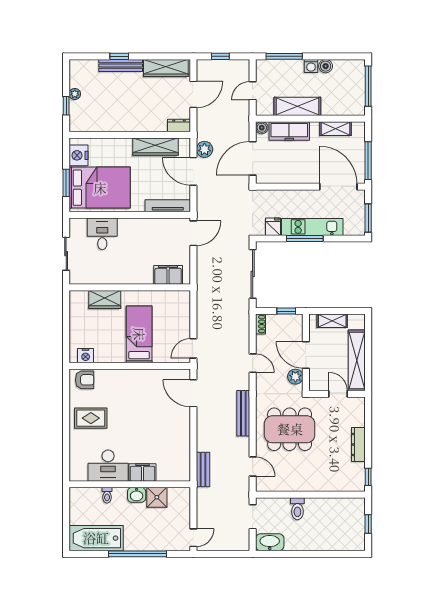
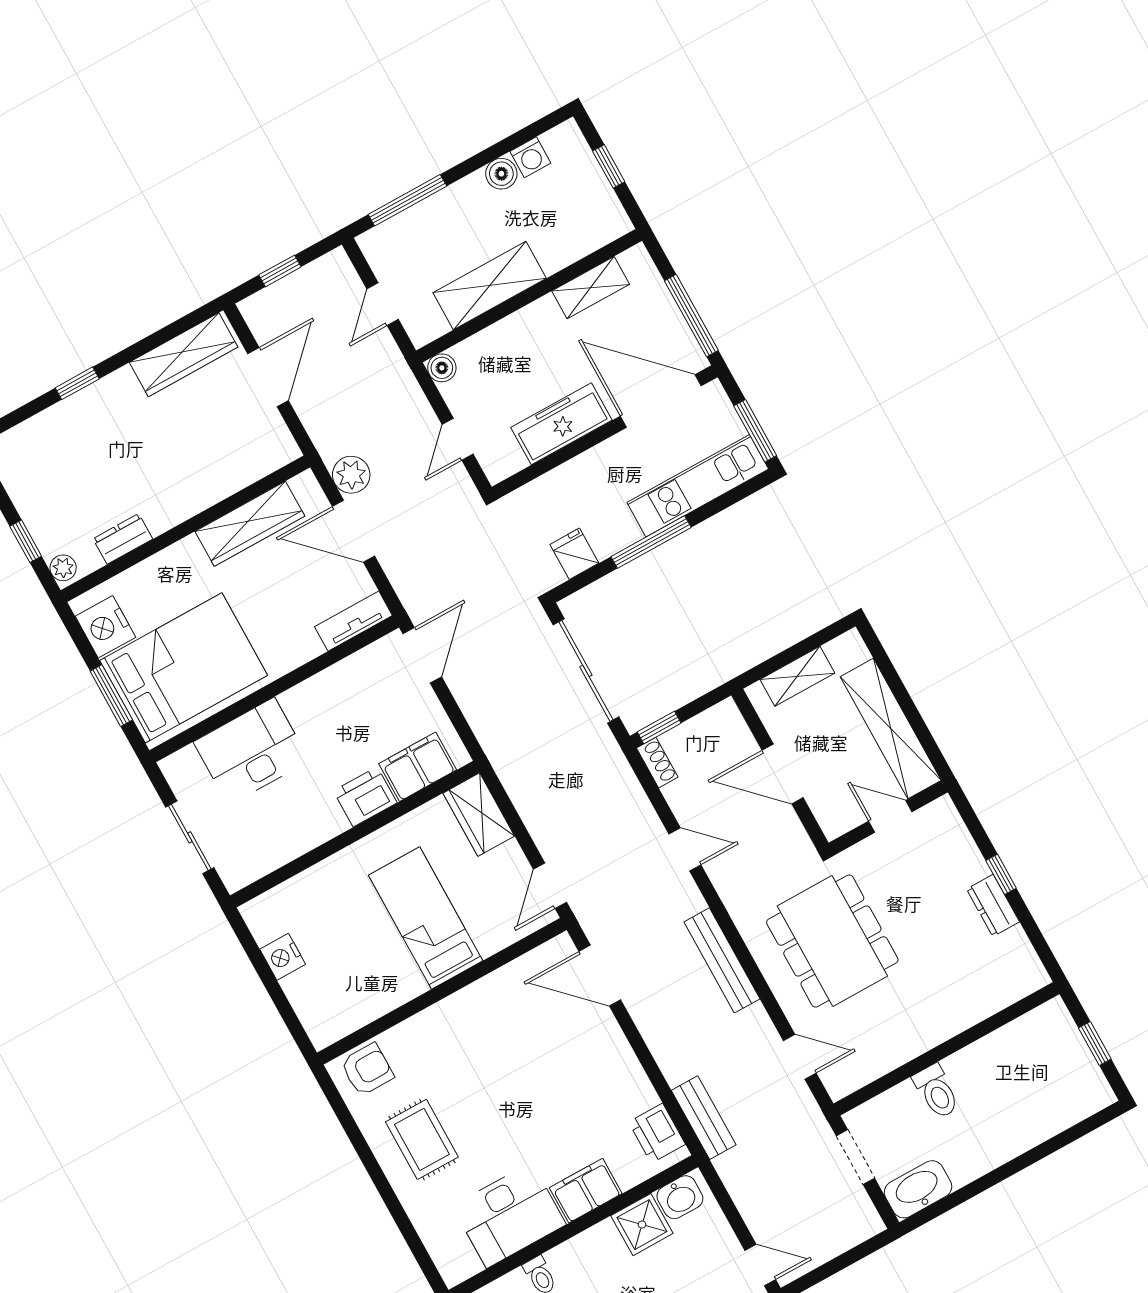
bench: (121, 65) -> (90, 400), removed
washing machine: (311, 66) -> (530, 157), moved
window: (368, 86) -> (609, 166), width x0.46
plant: (75, 94) -> (63, 568), moved
dresser: (179, 125) -> (123, 539), moved
freezer: (289, 131) -> (561, 424), moved, turned 180
door: (253, 158) -> (458, 439), width x0.53
tv unit: (168, 206) -> (353, 621), width x0.71
kitchen unit: (312, 227) -> (698, 486), moved
desk: (102, 234) -> (251, 751), width x1.37
printer: (142, 275) -> (365, 797), added
wardrobe: (105, 299) -> (479, 815), moved, turned 90
window: (286, 311) -> (659, 727), moved
nightstand: (86, 356) -> (283, 957), moved, turned 90
plant: (295, 377) -> (785, 829), removed
rug: (91, 418) -> (422, 1139), turned 90
dining table: (290, 429) -> (832, 941), turned 90
dresser: (358, 444) -> (993, 905), width x0.70
printer: (182, 465) -> (657, 1133), added
window: (368, 477) -> (1001, 874), moved
washbasin: (137, 495) -> (680, 1197), moved
door: (193, 538) -> (760, 1265), hinge flipped

